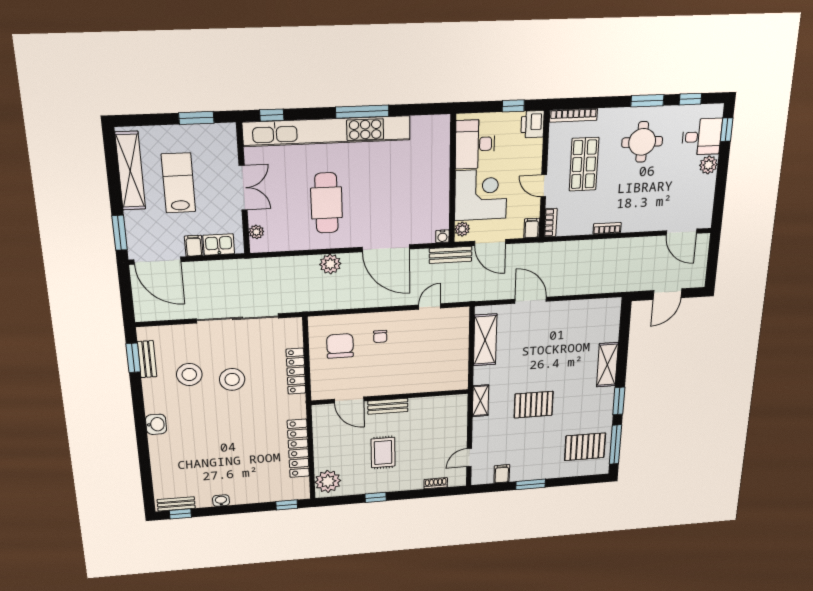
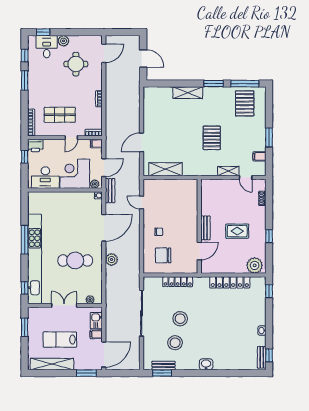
round table: (642, 142) -> (76, 64), moved
shelving: (481, 401) -> (228, 171), moved

